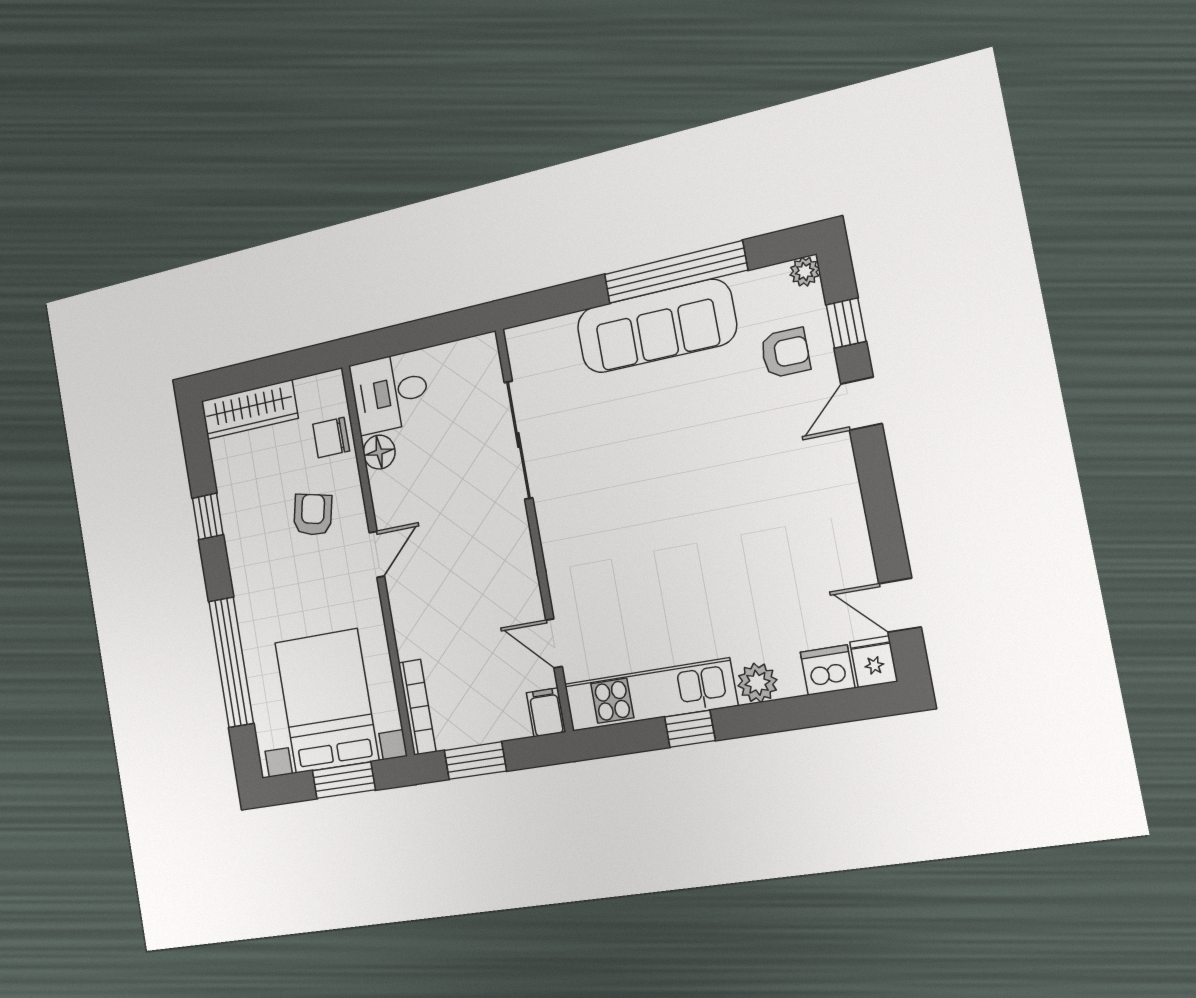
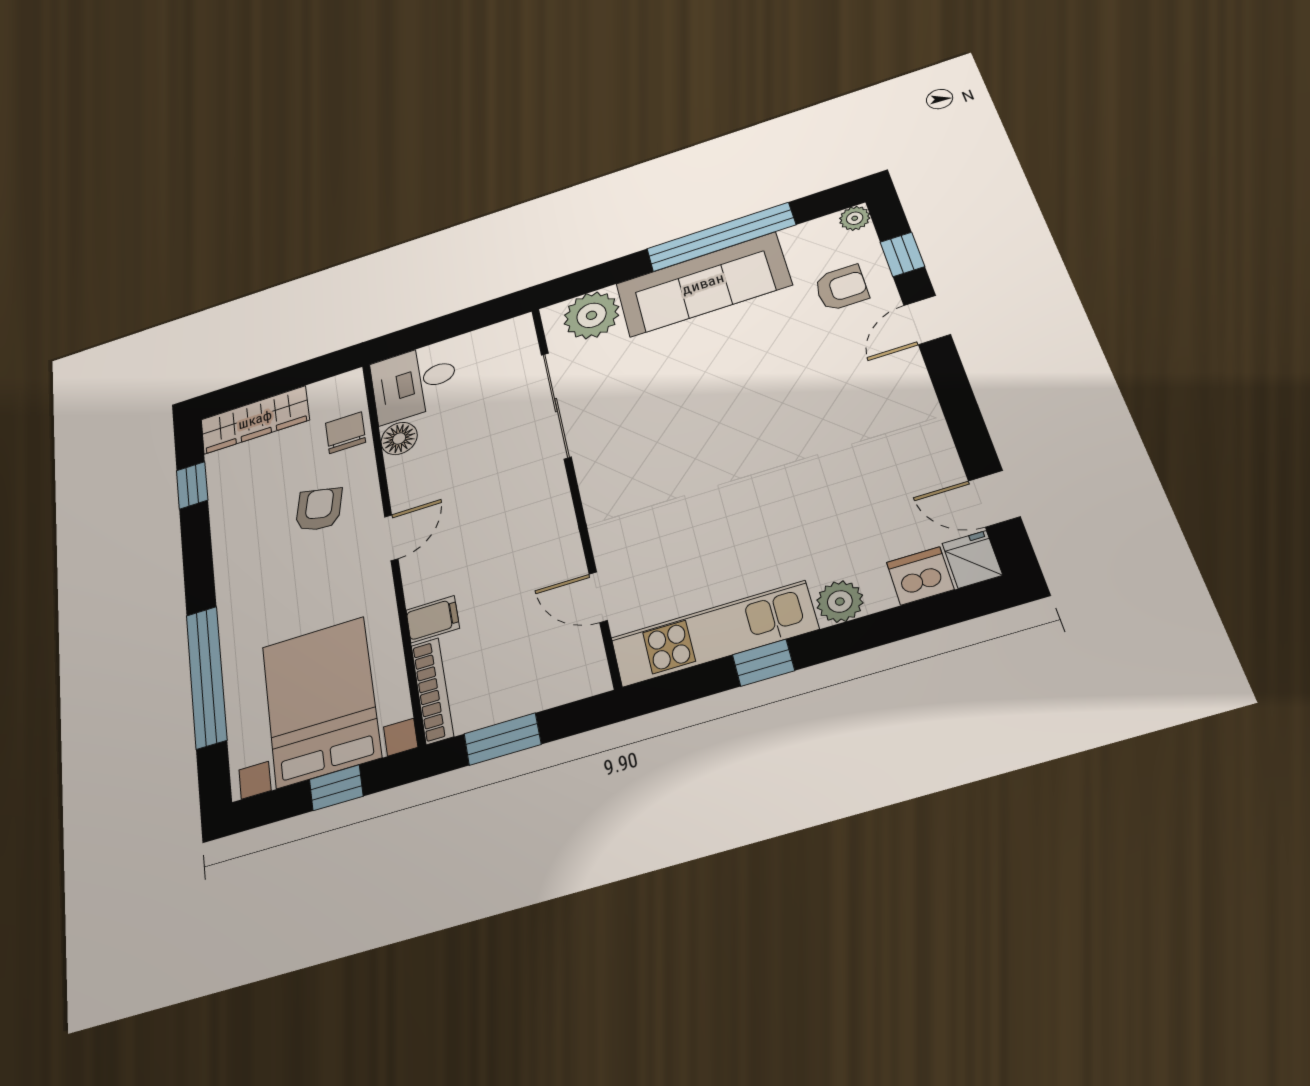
plant: (551, 345) -> (591, 315), added
chair: (331, 438) -> (345, 433), turned 90
window: (208, 516) -> (192, 485), moved
filing cabinet: (546, 712) -> (433, 619), moved, turned 90
window: (344, 780) -> (336, 788), width x0.67

